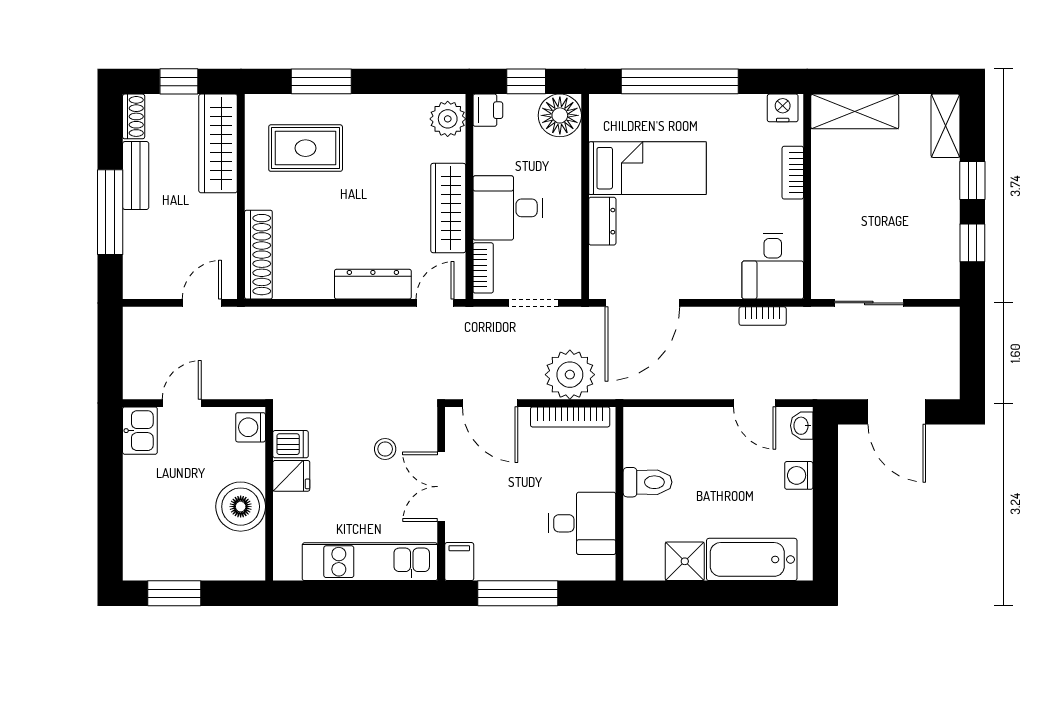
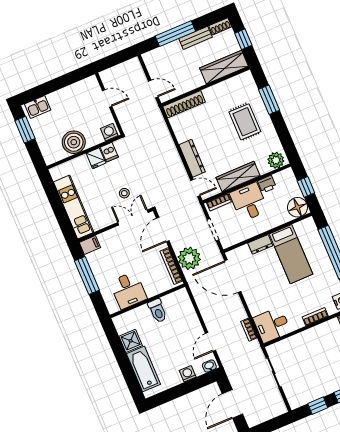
printer: (488, 110) -> (267, 184), moved
rug: (306, 148) -> (245, 122), moved
kitchen sink: (140, 431) -> (38, 107), moved
double door: (441, 487) -> (133, 218), moved

